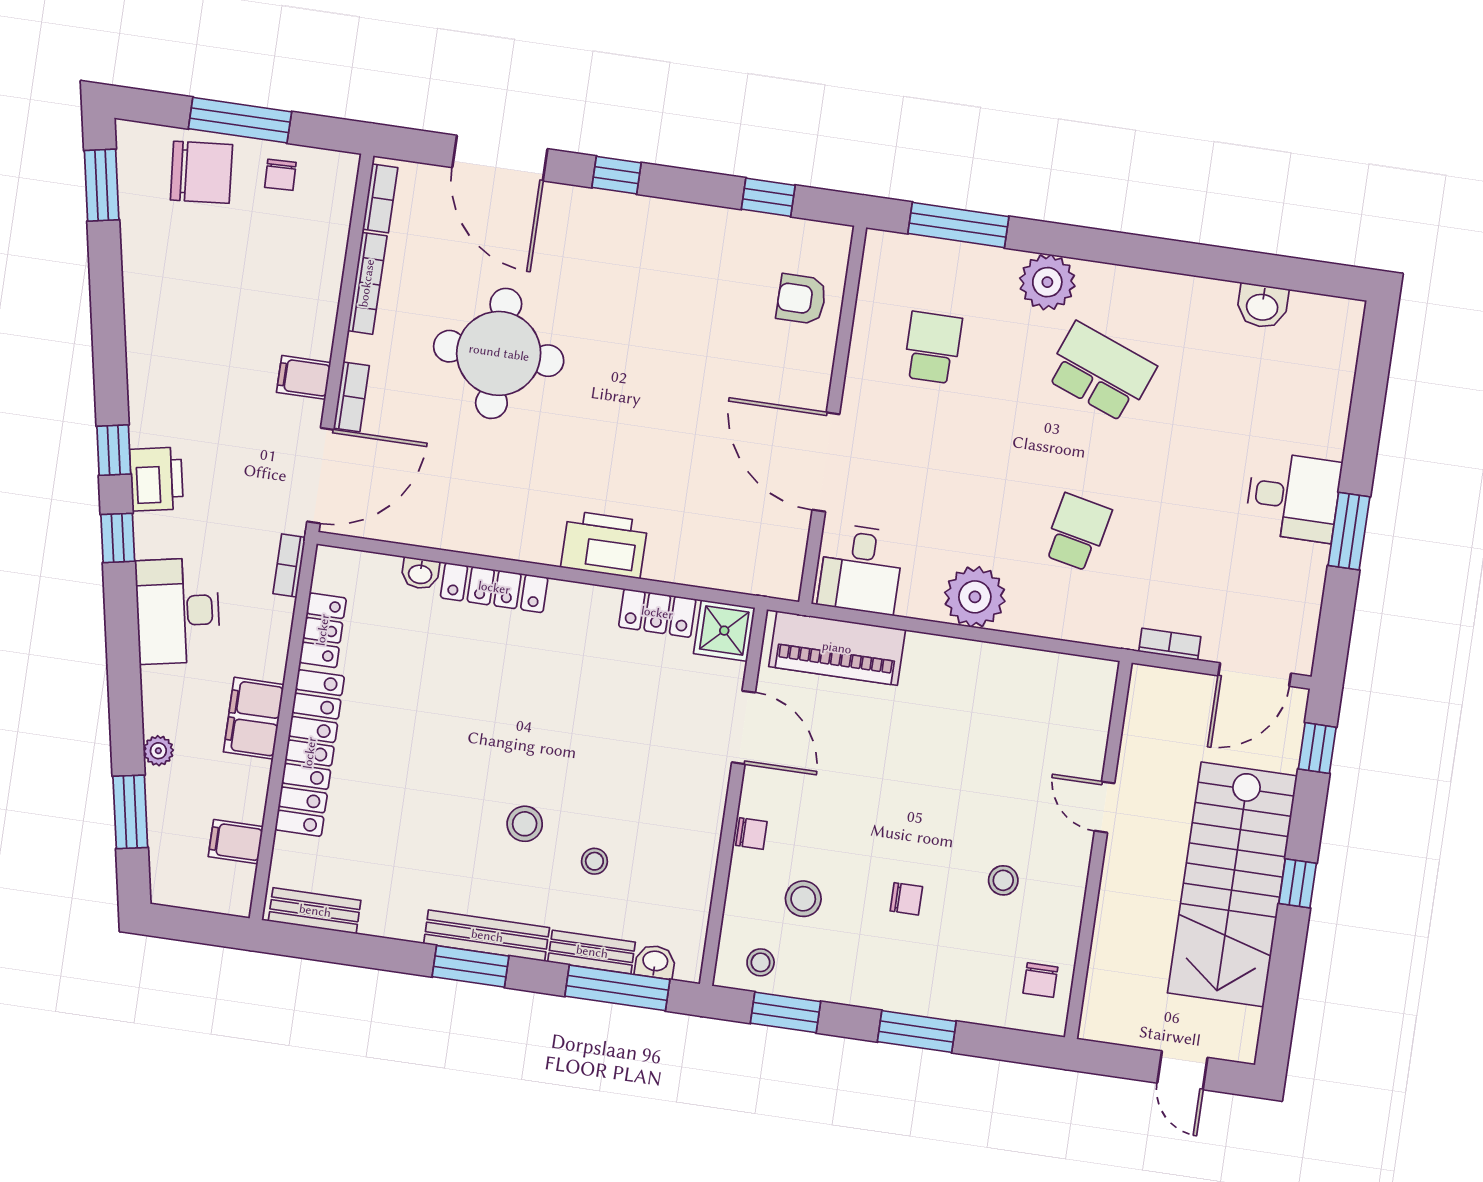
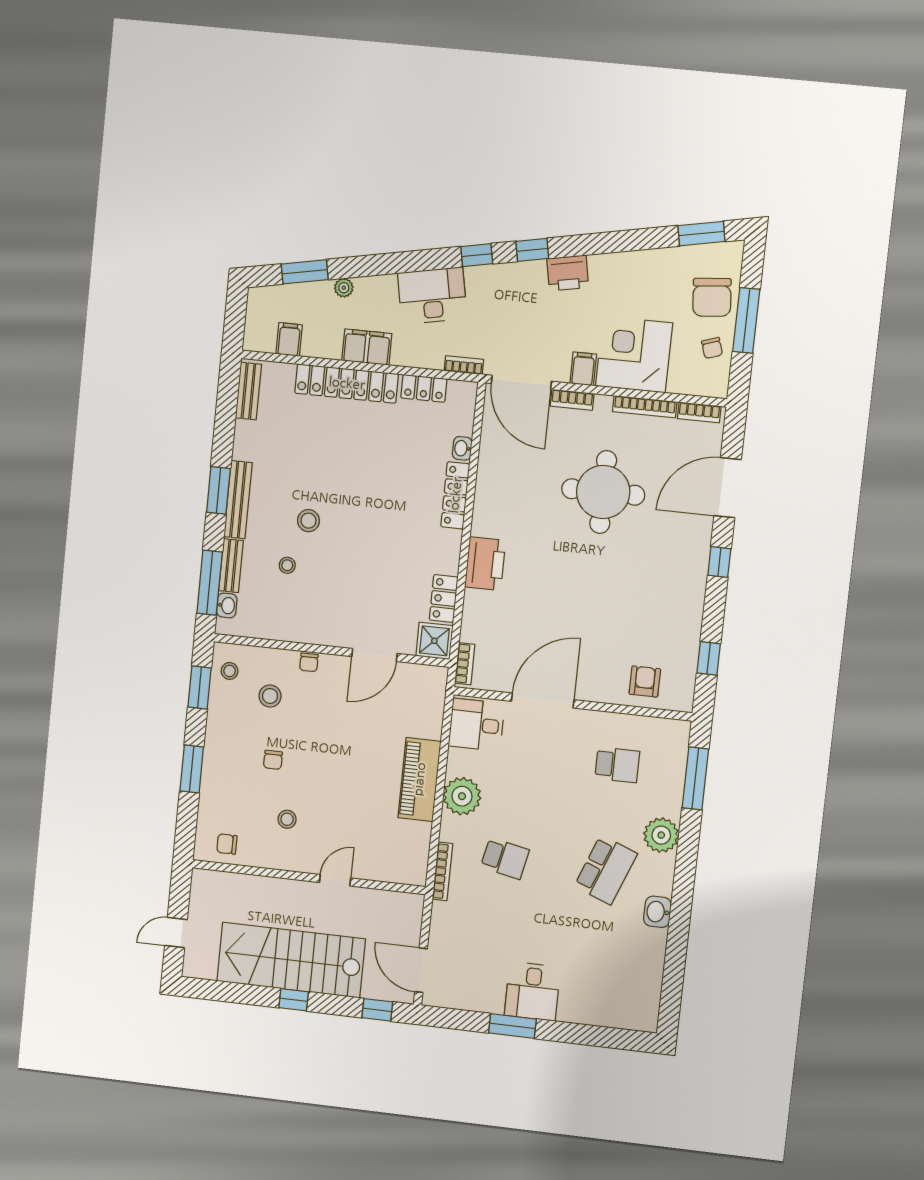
chair: (280, 175) -> (712, 348), turned -106
corner desk: (285, 297) -> (634, 354), added
washbasin: (1262, 306) -> (657, 912), moved
printer: (156, 479) -> (568, 273), moved
bookcase: (763, 584) -> (465, 664), added
bookcase: (1170, 644) -> (442, 871), moved, width x1.56
piano: (837, 648) -> (419, 779), moved

